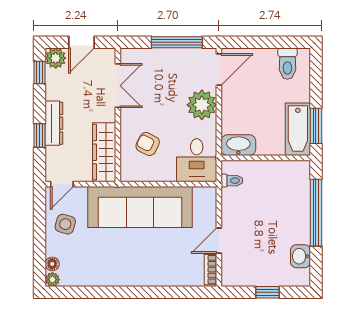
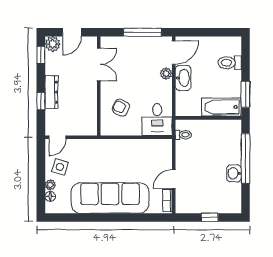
toilet: (287, 64) -> (230, 63), moved, turned 90
plant: (202, 105) -> (166, 74), width x0.53, depth x0.53
bathtub: (298, 129) -> (221, 107), moved, turned 90
washbasin: (238, 145) -> (183, 78), moved, turned 90
wardrobe: (104, 152) -> (89, 114), removed
sofa: (140, 207) -> (110, 198), moved, turned 180
washbasin: (300, 256) -> (234, 173), moved
plant: (52, 280) -> (50, 185), moved

